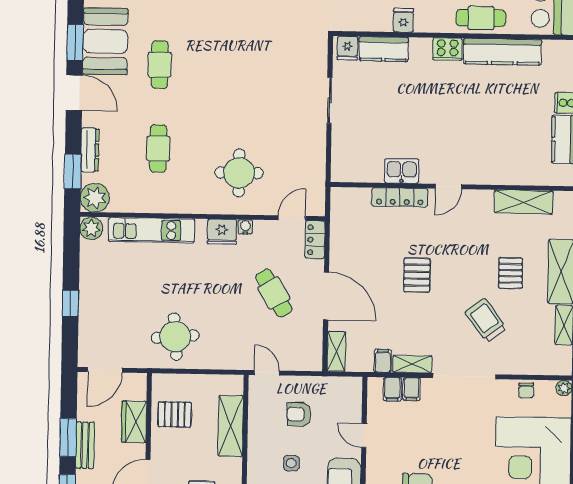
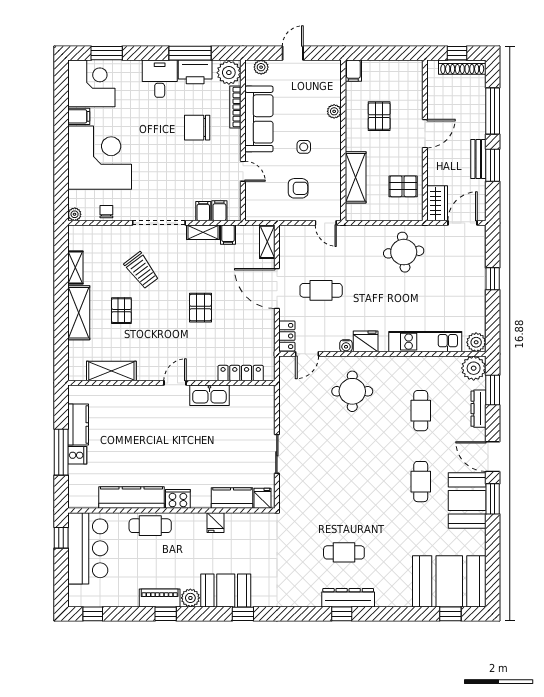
kitchen sink: (402, 171) -> (209, 395), width x1.38
locker: (400, 197) -> (241, 373), moved
cafe table: (274, 293) -> (321, 290), turned -59
wardrobe: (134, 422) -> (437, 203), moved

